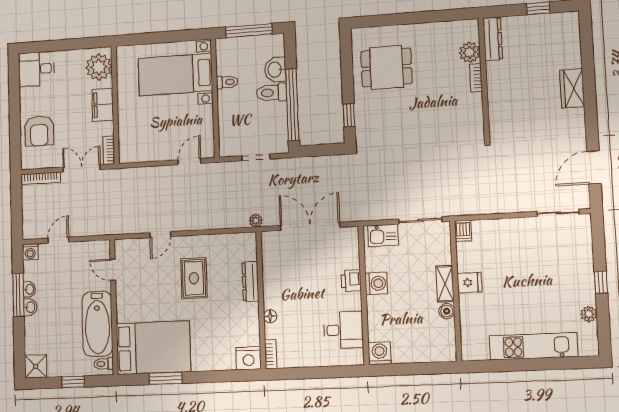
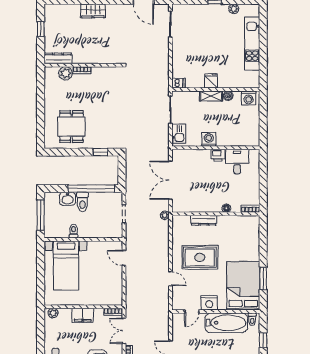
plant: (99, 67) -> (53, 313), width x0.53, depth x0.53
rug: (194, 278) -> (200, 257), width x1.36, depth x1.43
printer: (351, 281) -> (218, 155), moved
washing machine: (379, 353) -> (249, 98), moved, turned -90
nightstand: (249, 358) -> (209, 303), moved, turned 90

